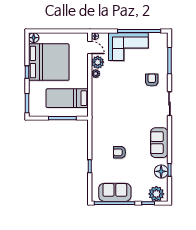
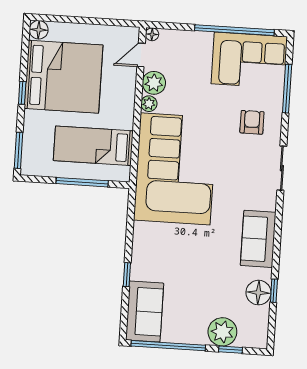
corner sofa: (128, 47) -> (249, 60), moved
door: (90, 48) -> (141, 55), swing flipped
corner sofa: (112, 108) -> (175, 169), added
armchair: (120, 152) -> (184, 252), removed
sofa: (115, 192) -> (145, 311), moved, turned 90
plant: (156, 194) -> (222, 332), moved

